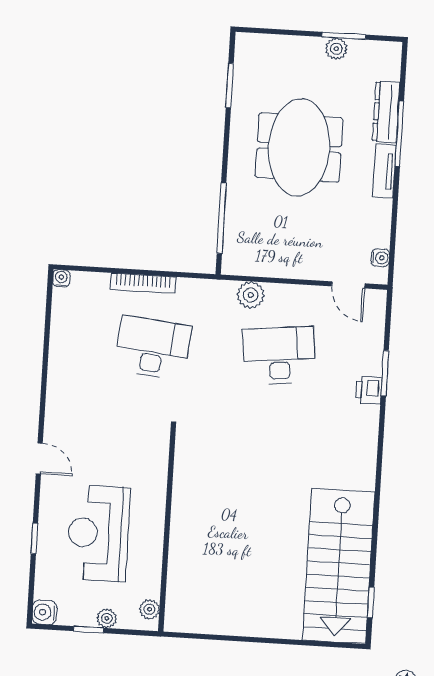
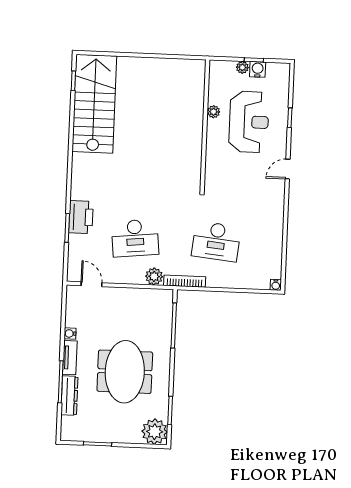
plant: (336, 49) -> (155, 432), moved, width x1.88, depth x1.88
water cooler: (380, 258) -> (70, 333), moved
bookcase: (143, 283) -> (185, 281), moved
printer: (369, 390) -> (81, 217), width x1.87, depth x1.48
door: (39, 458) -> (288, 169), hinge flipped
plant: (149, 609) -> (213, 112), moved
water cooler: (44, 612) -> (258, 69), moved, turned -90

